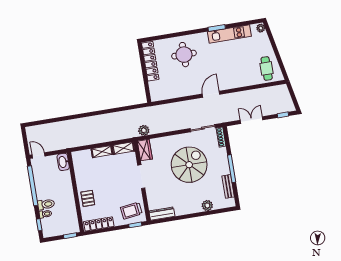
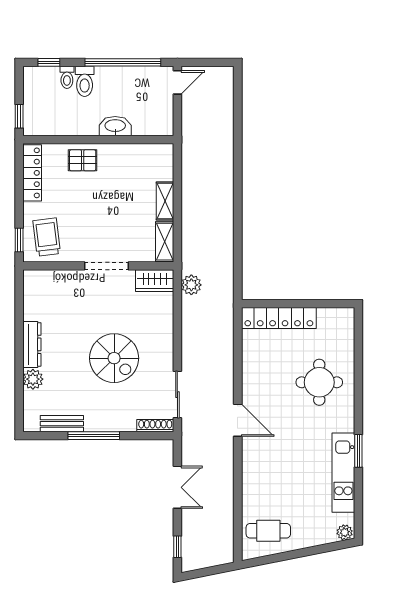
locker: (150, 61) -> (279, 318), moved
washbasin: (63, 162) -> (115, 126), moved
spiral stairs: (189, 165) -> (114, 358), width x0.73, depth x0.73
dresser: (162, 214) -> (32, 344), moved

